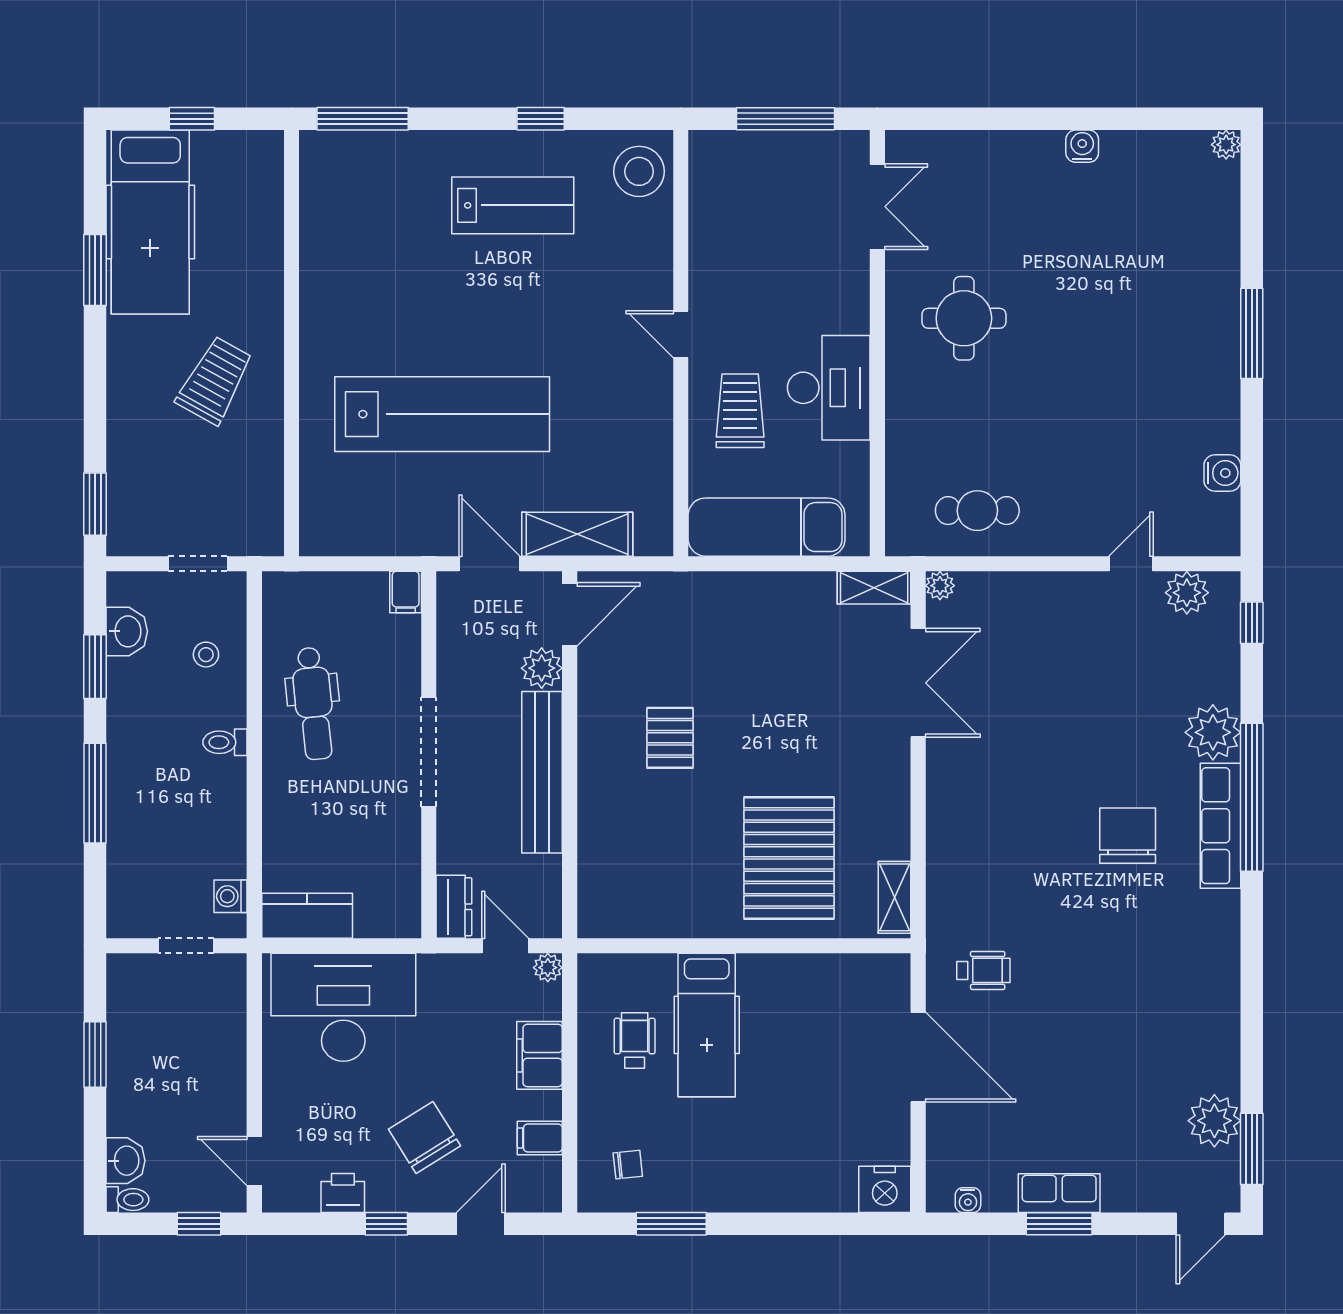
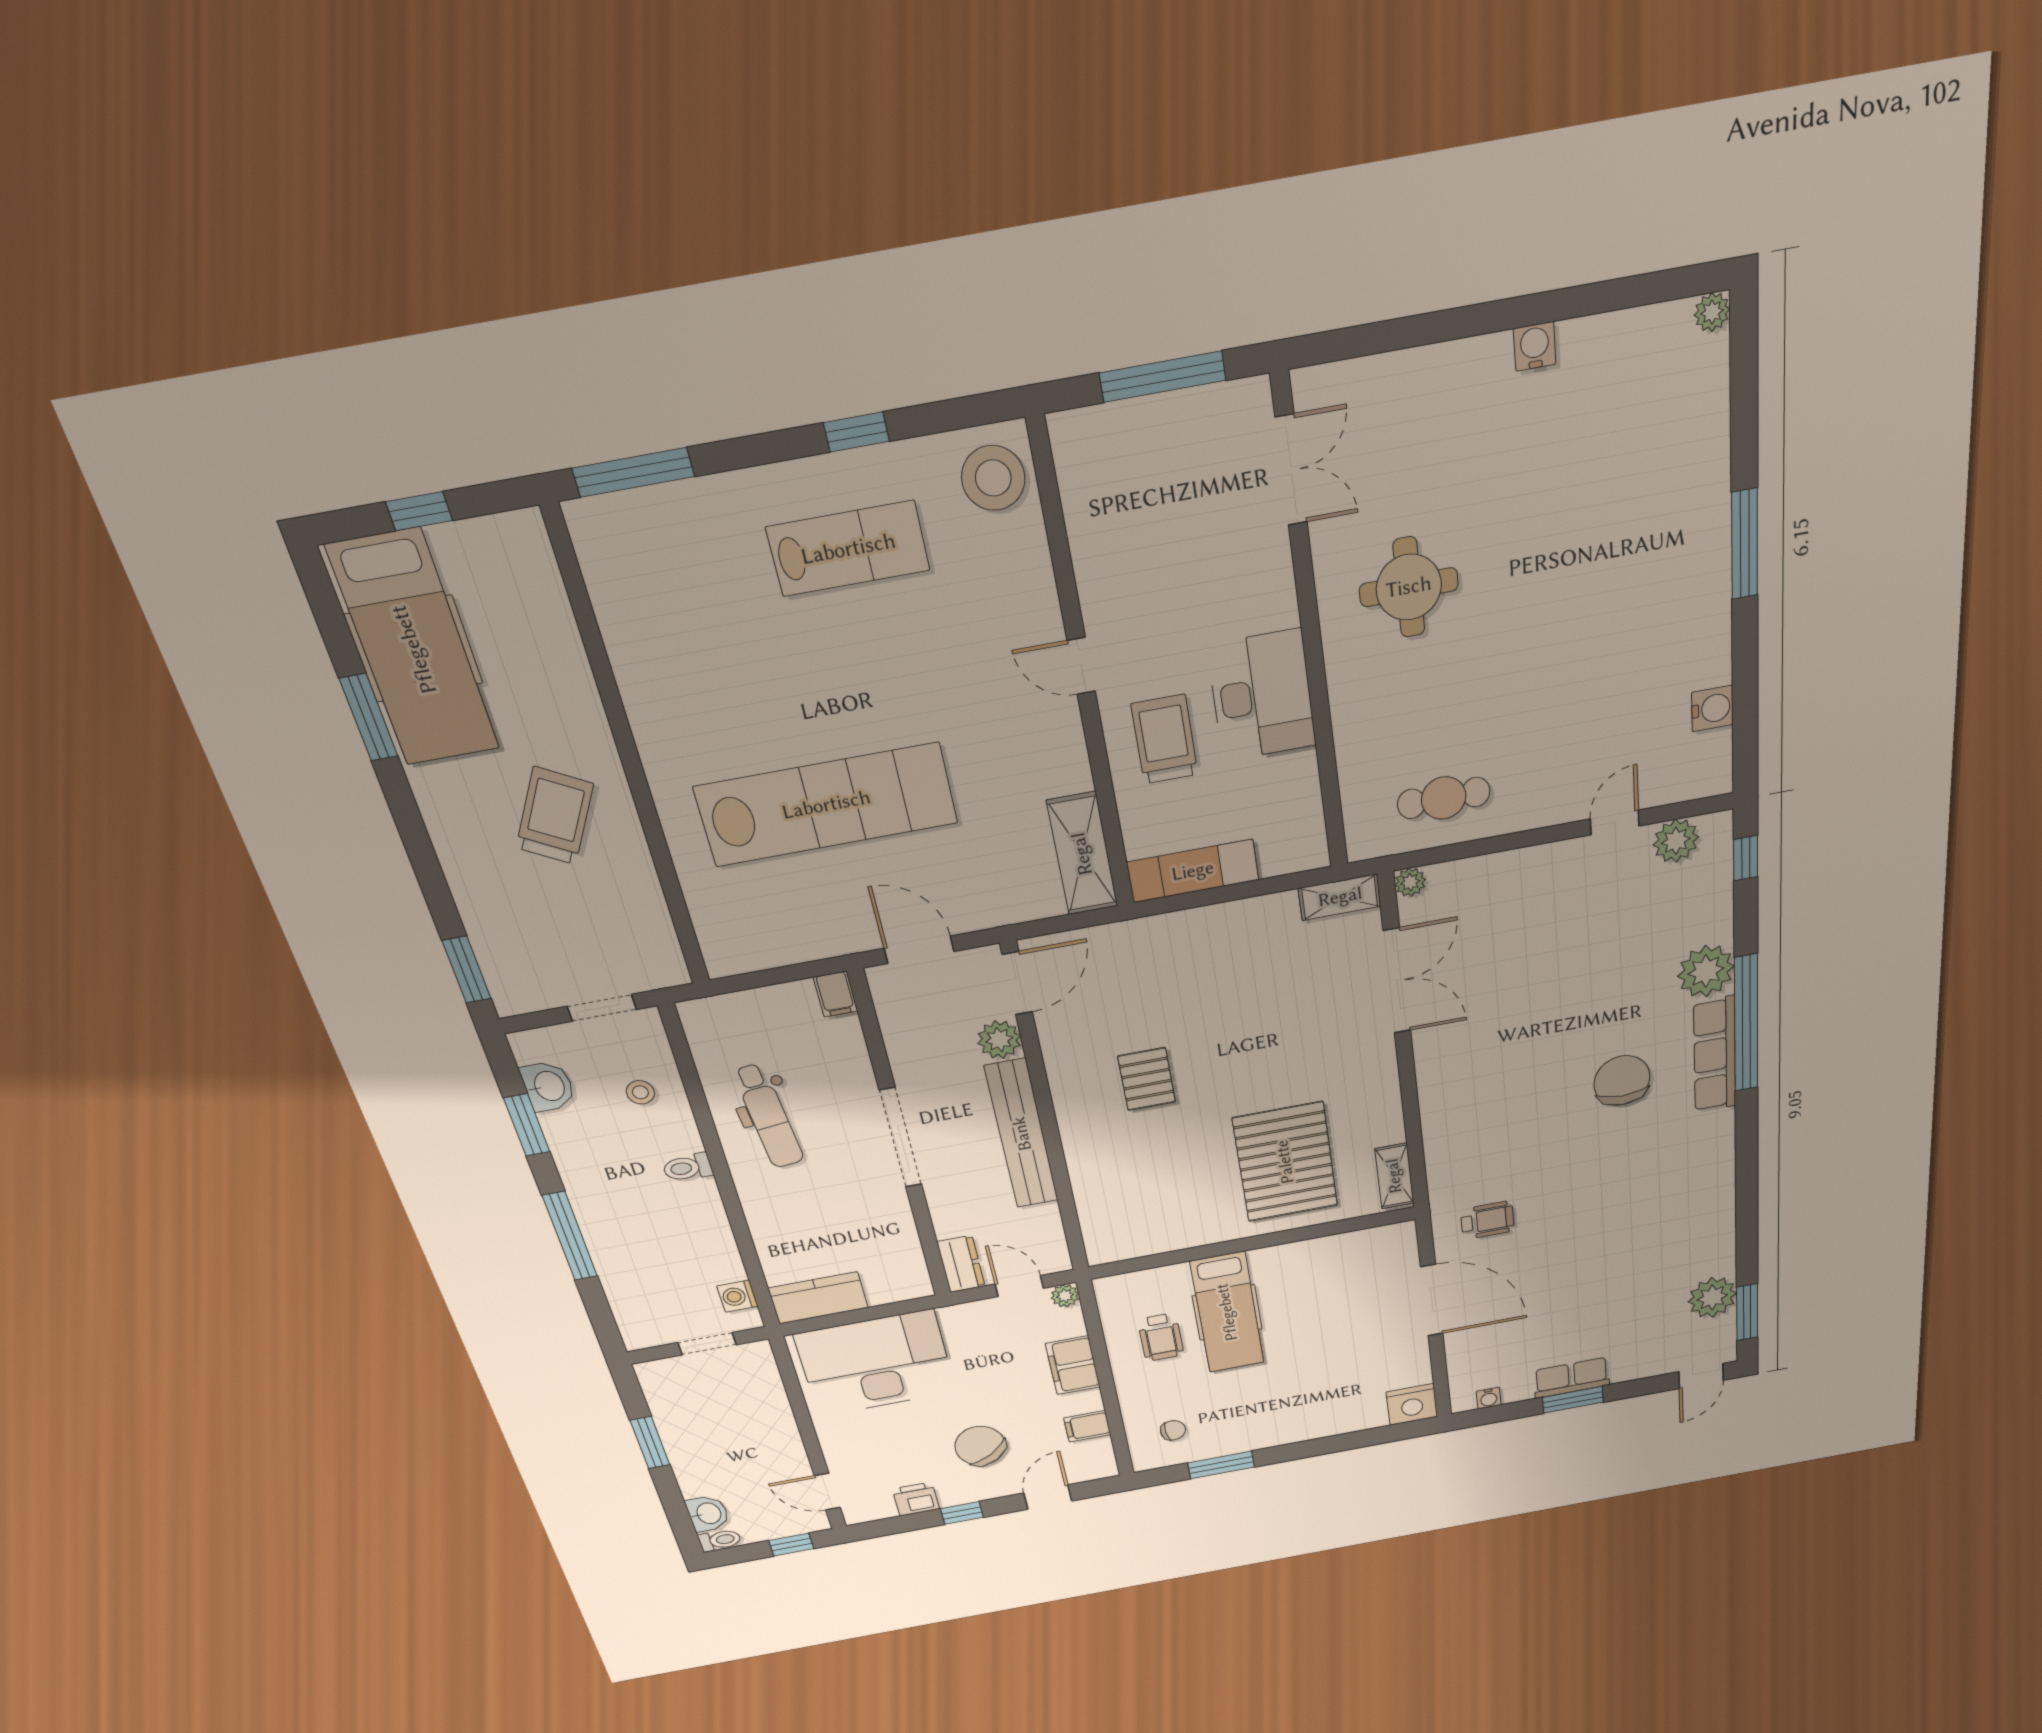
exam couch: (767, 527) -> (1193, 871), width x0.73, depth x0.69
shelving: (577, 534) -> (1082, 854), moved, turned 90
wheelchair: (635, 1040) -> (1161, 1337), turned 180

